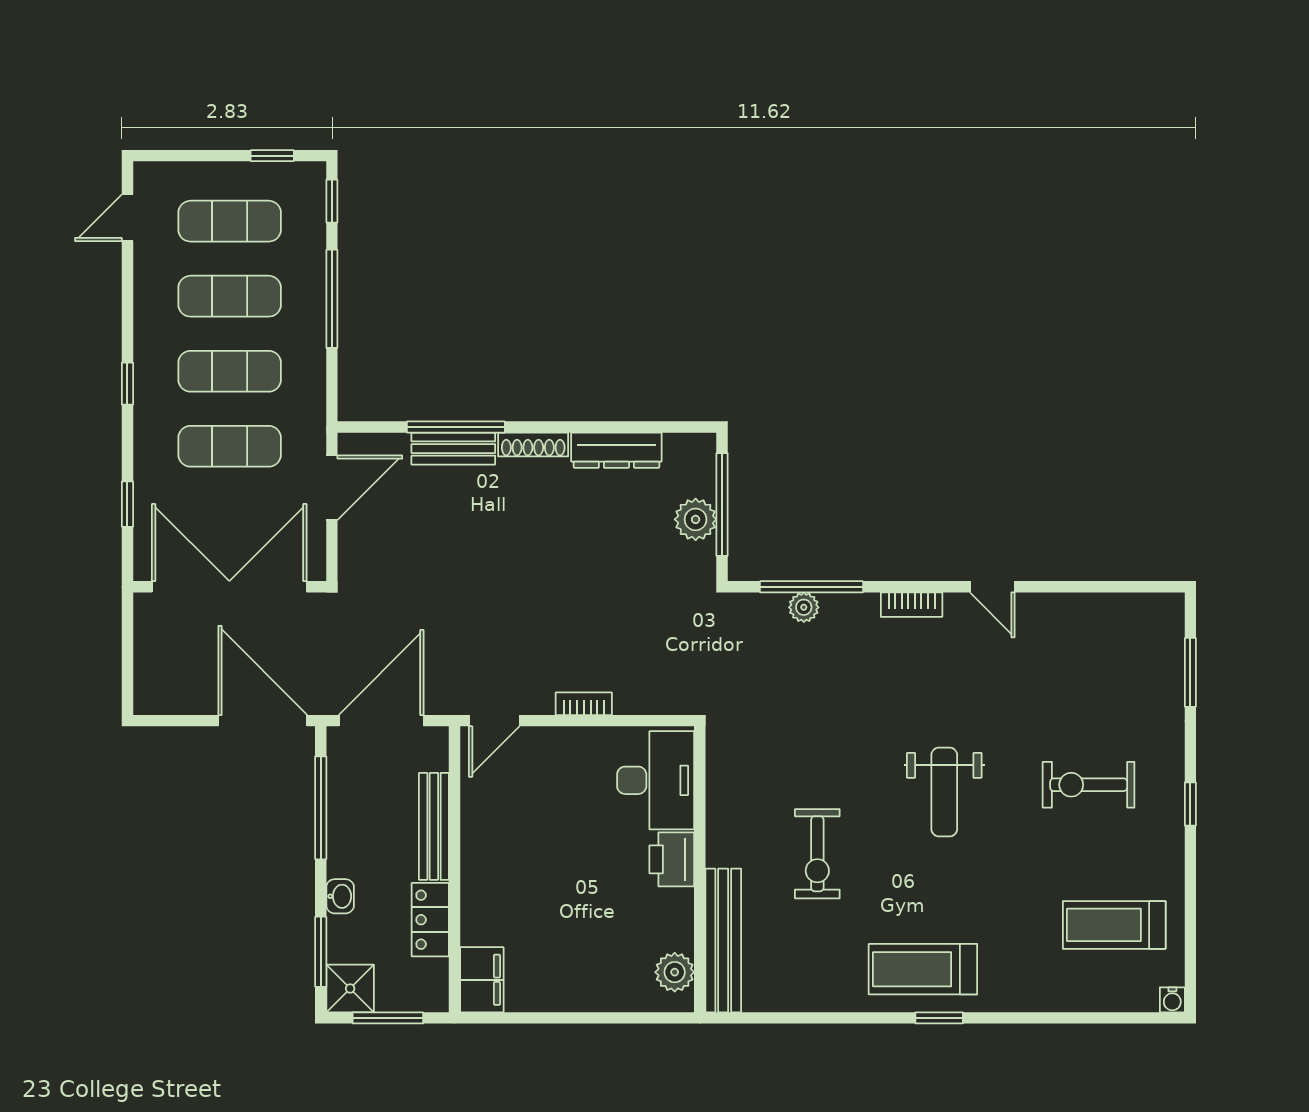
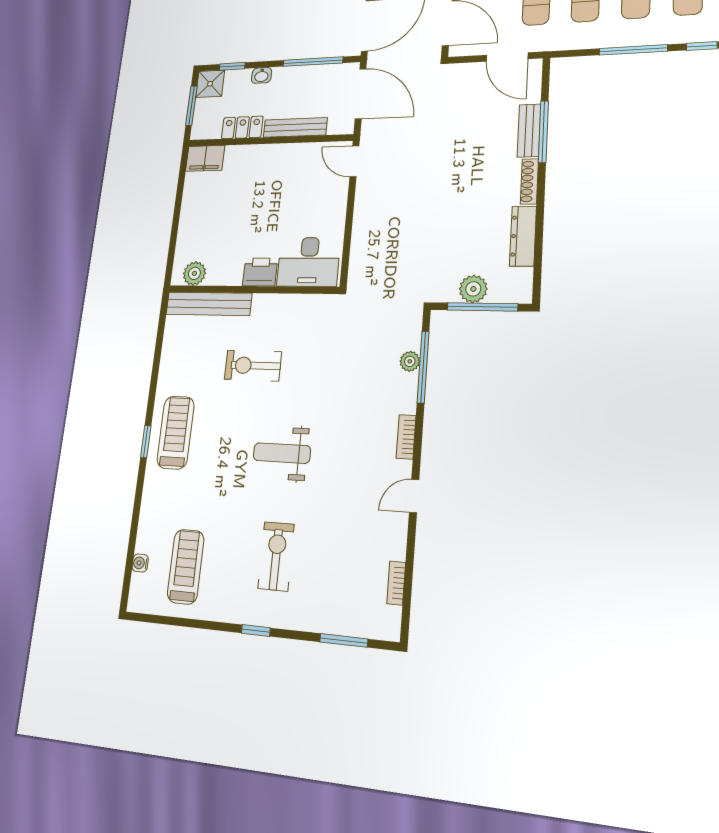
bookcase: (584, 704) -> (396, 583), moved, turned 180
window: (321, 952) -> (232, 66), width x0.67
water cooler: (1172, 1000) -> (140, 563), moved

